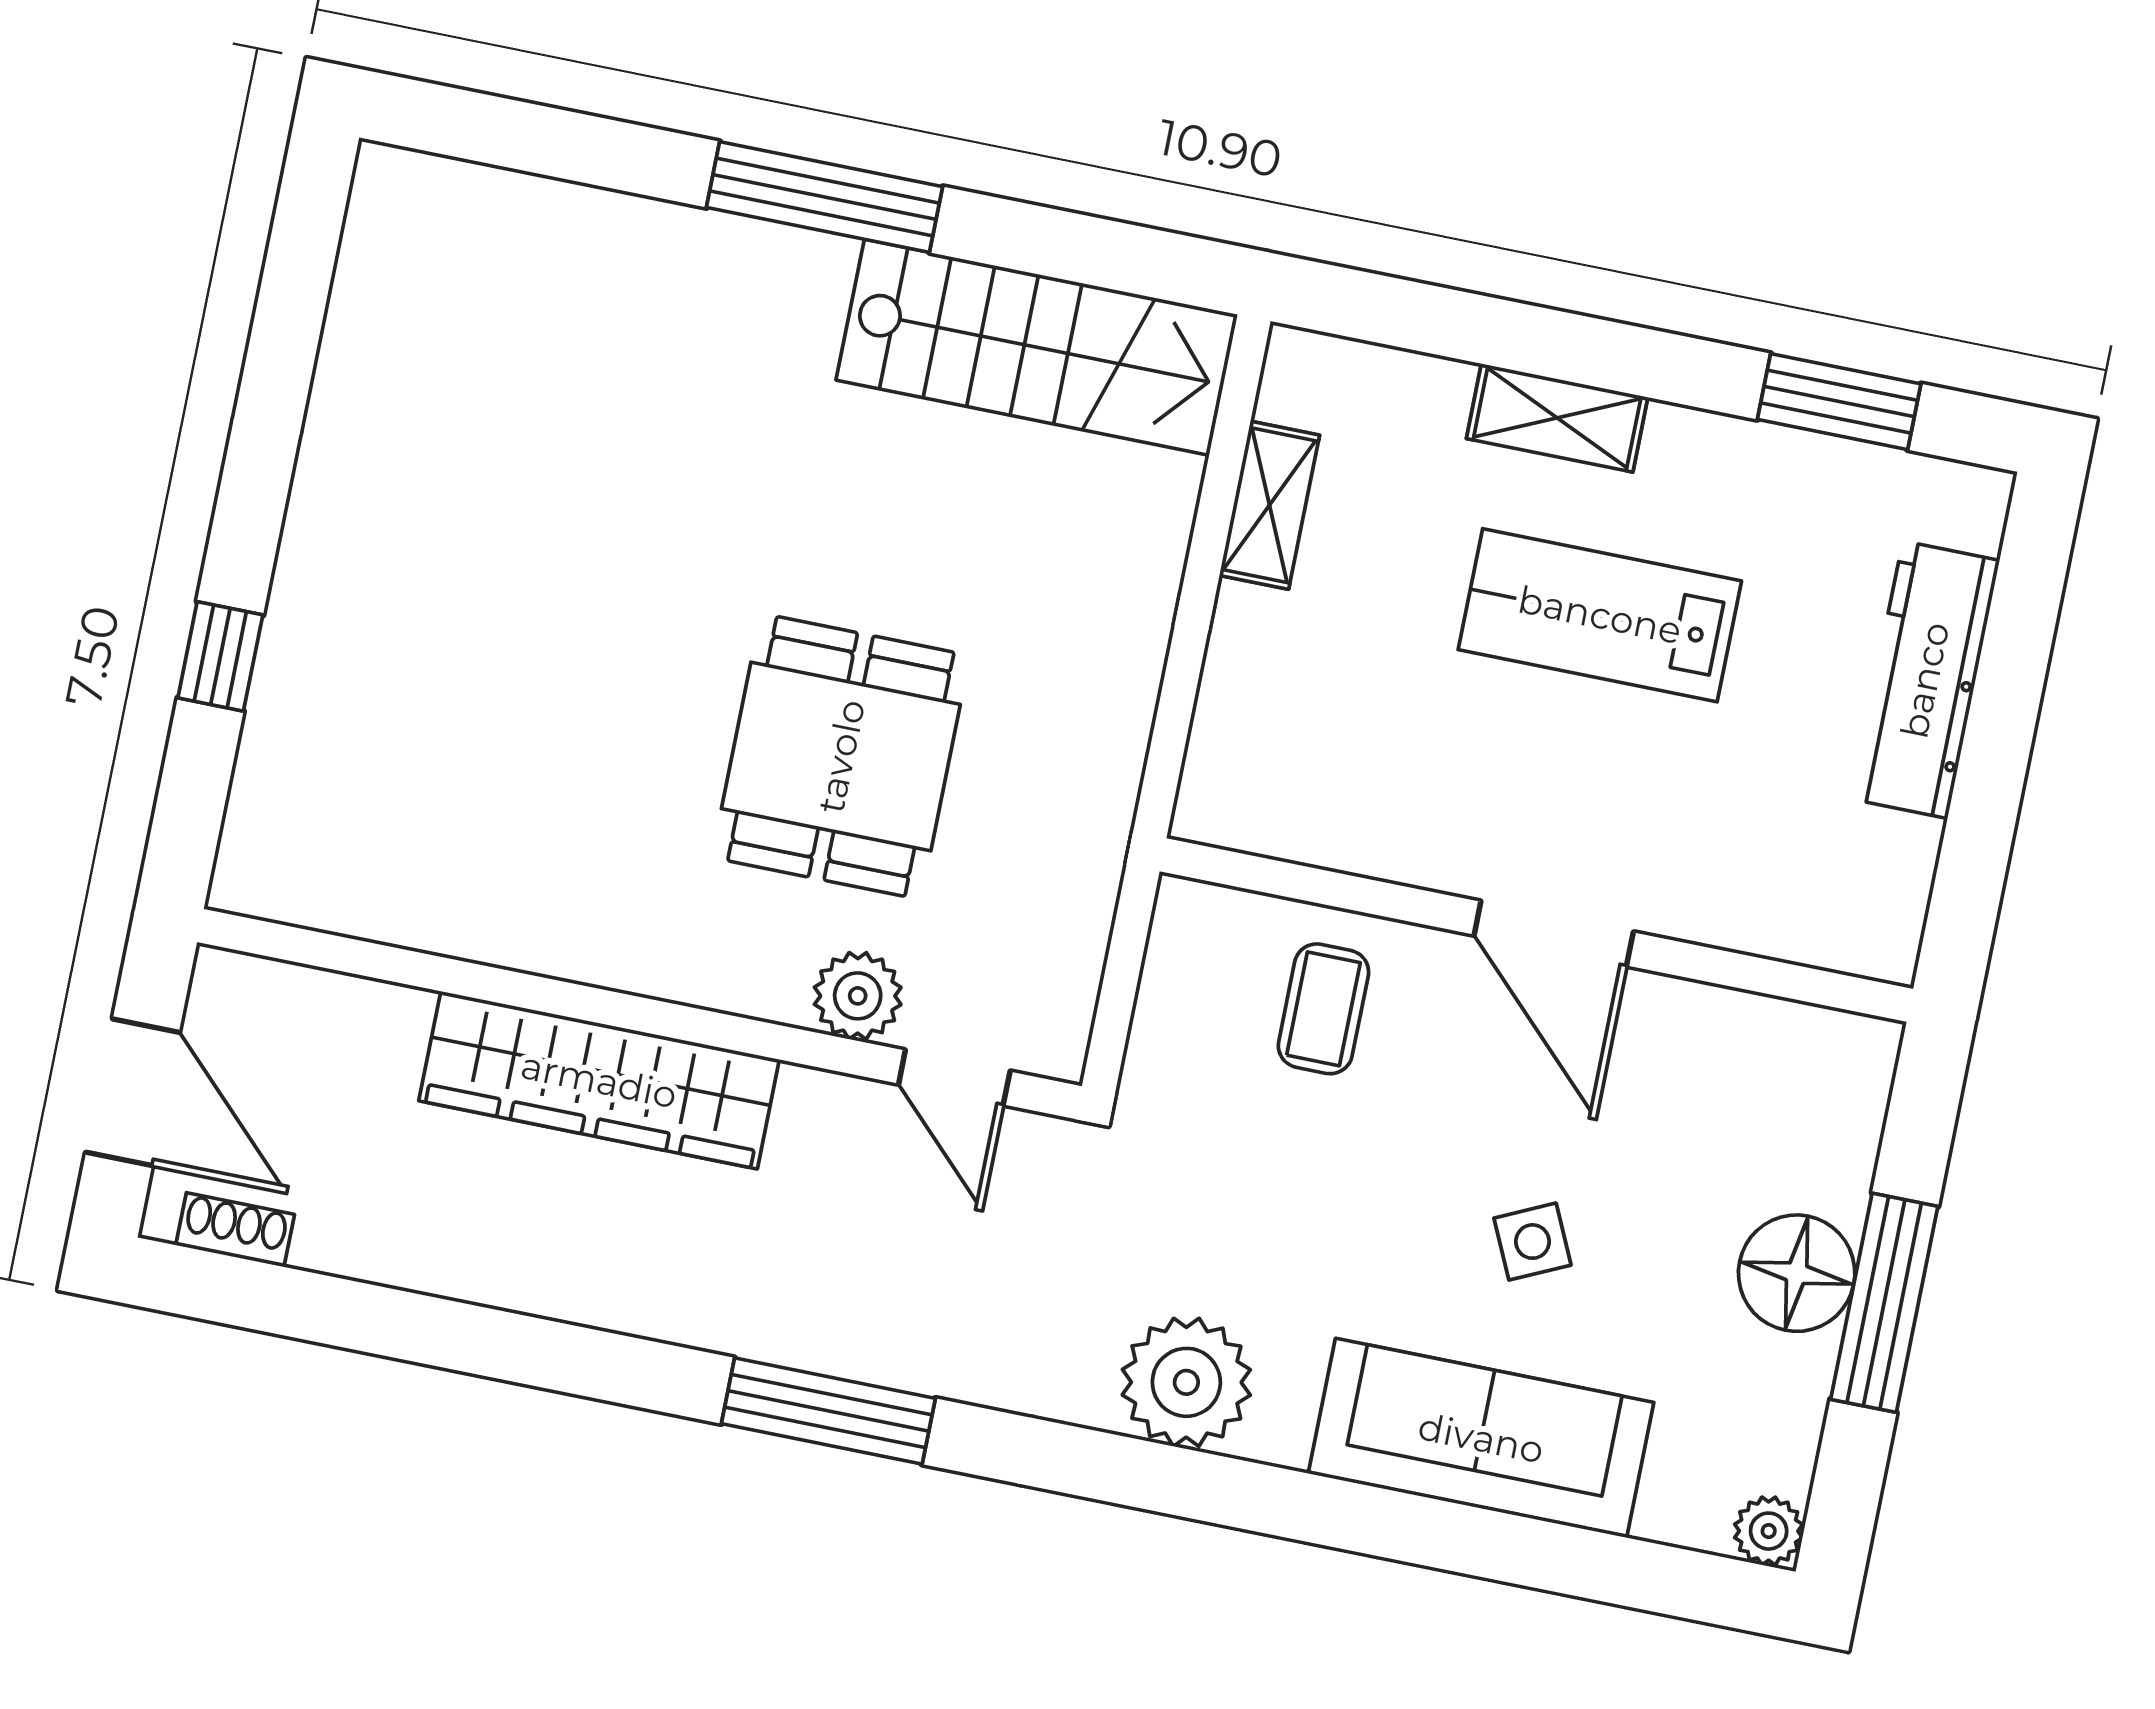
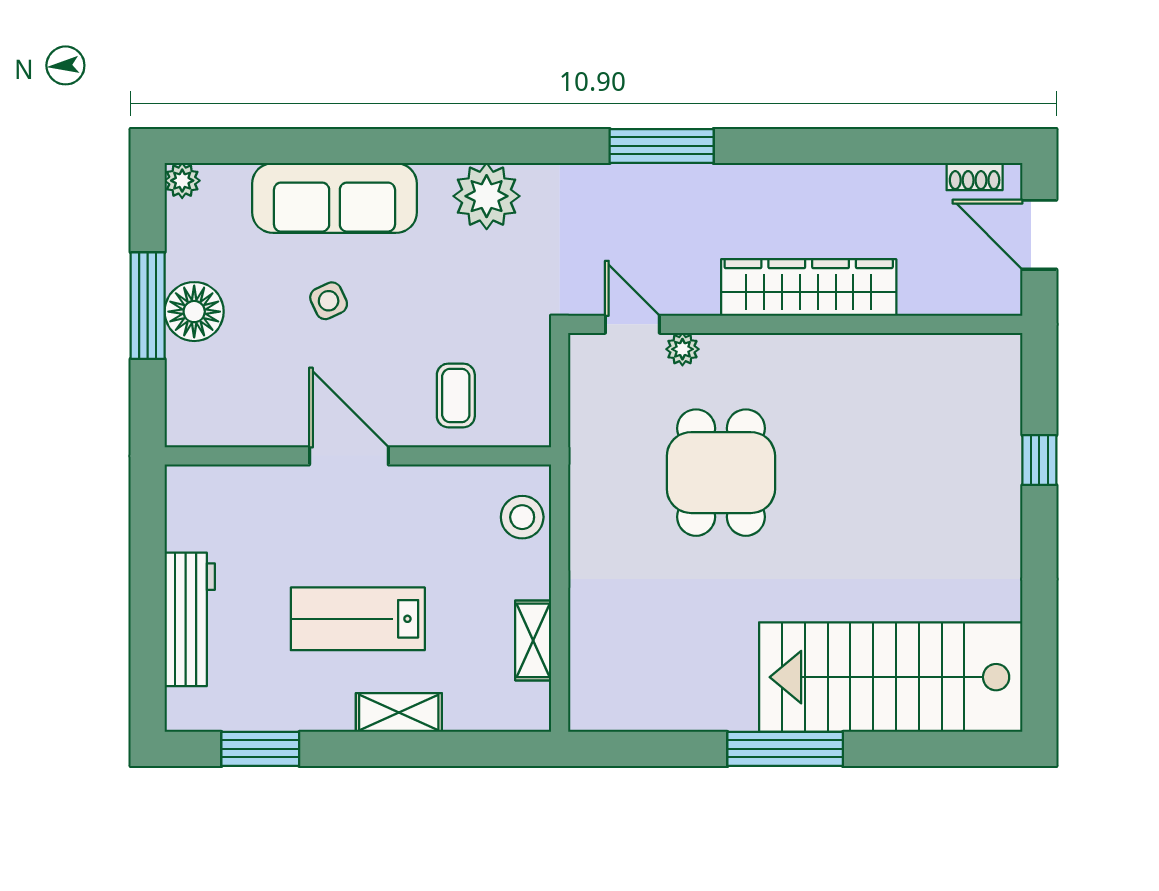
stairs: (1037, 347) -> (891, 677), moved, width x1.36, depth x1.51
lab bench: (1600, 615) -> (358, 619), turned 180
stool: (1243, 748) -> (522, 517), added
plant: (858, 996) -> (682, 349), width x0.73, depth x0.73

